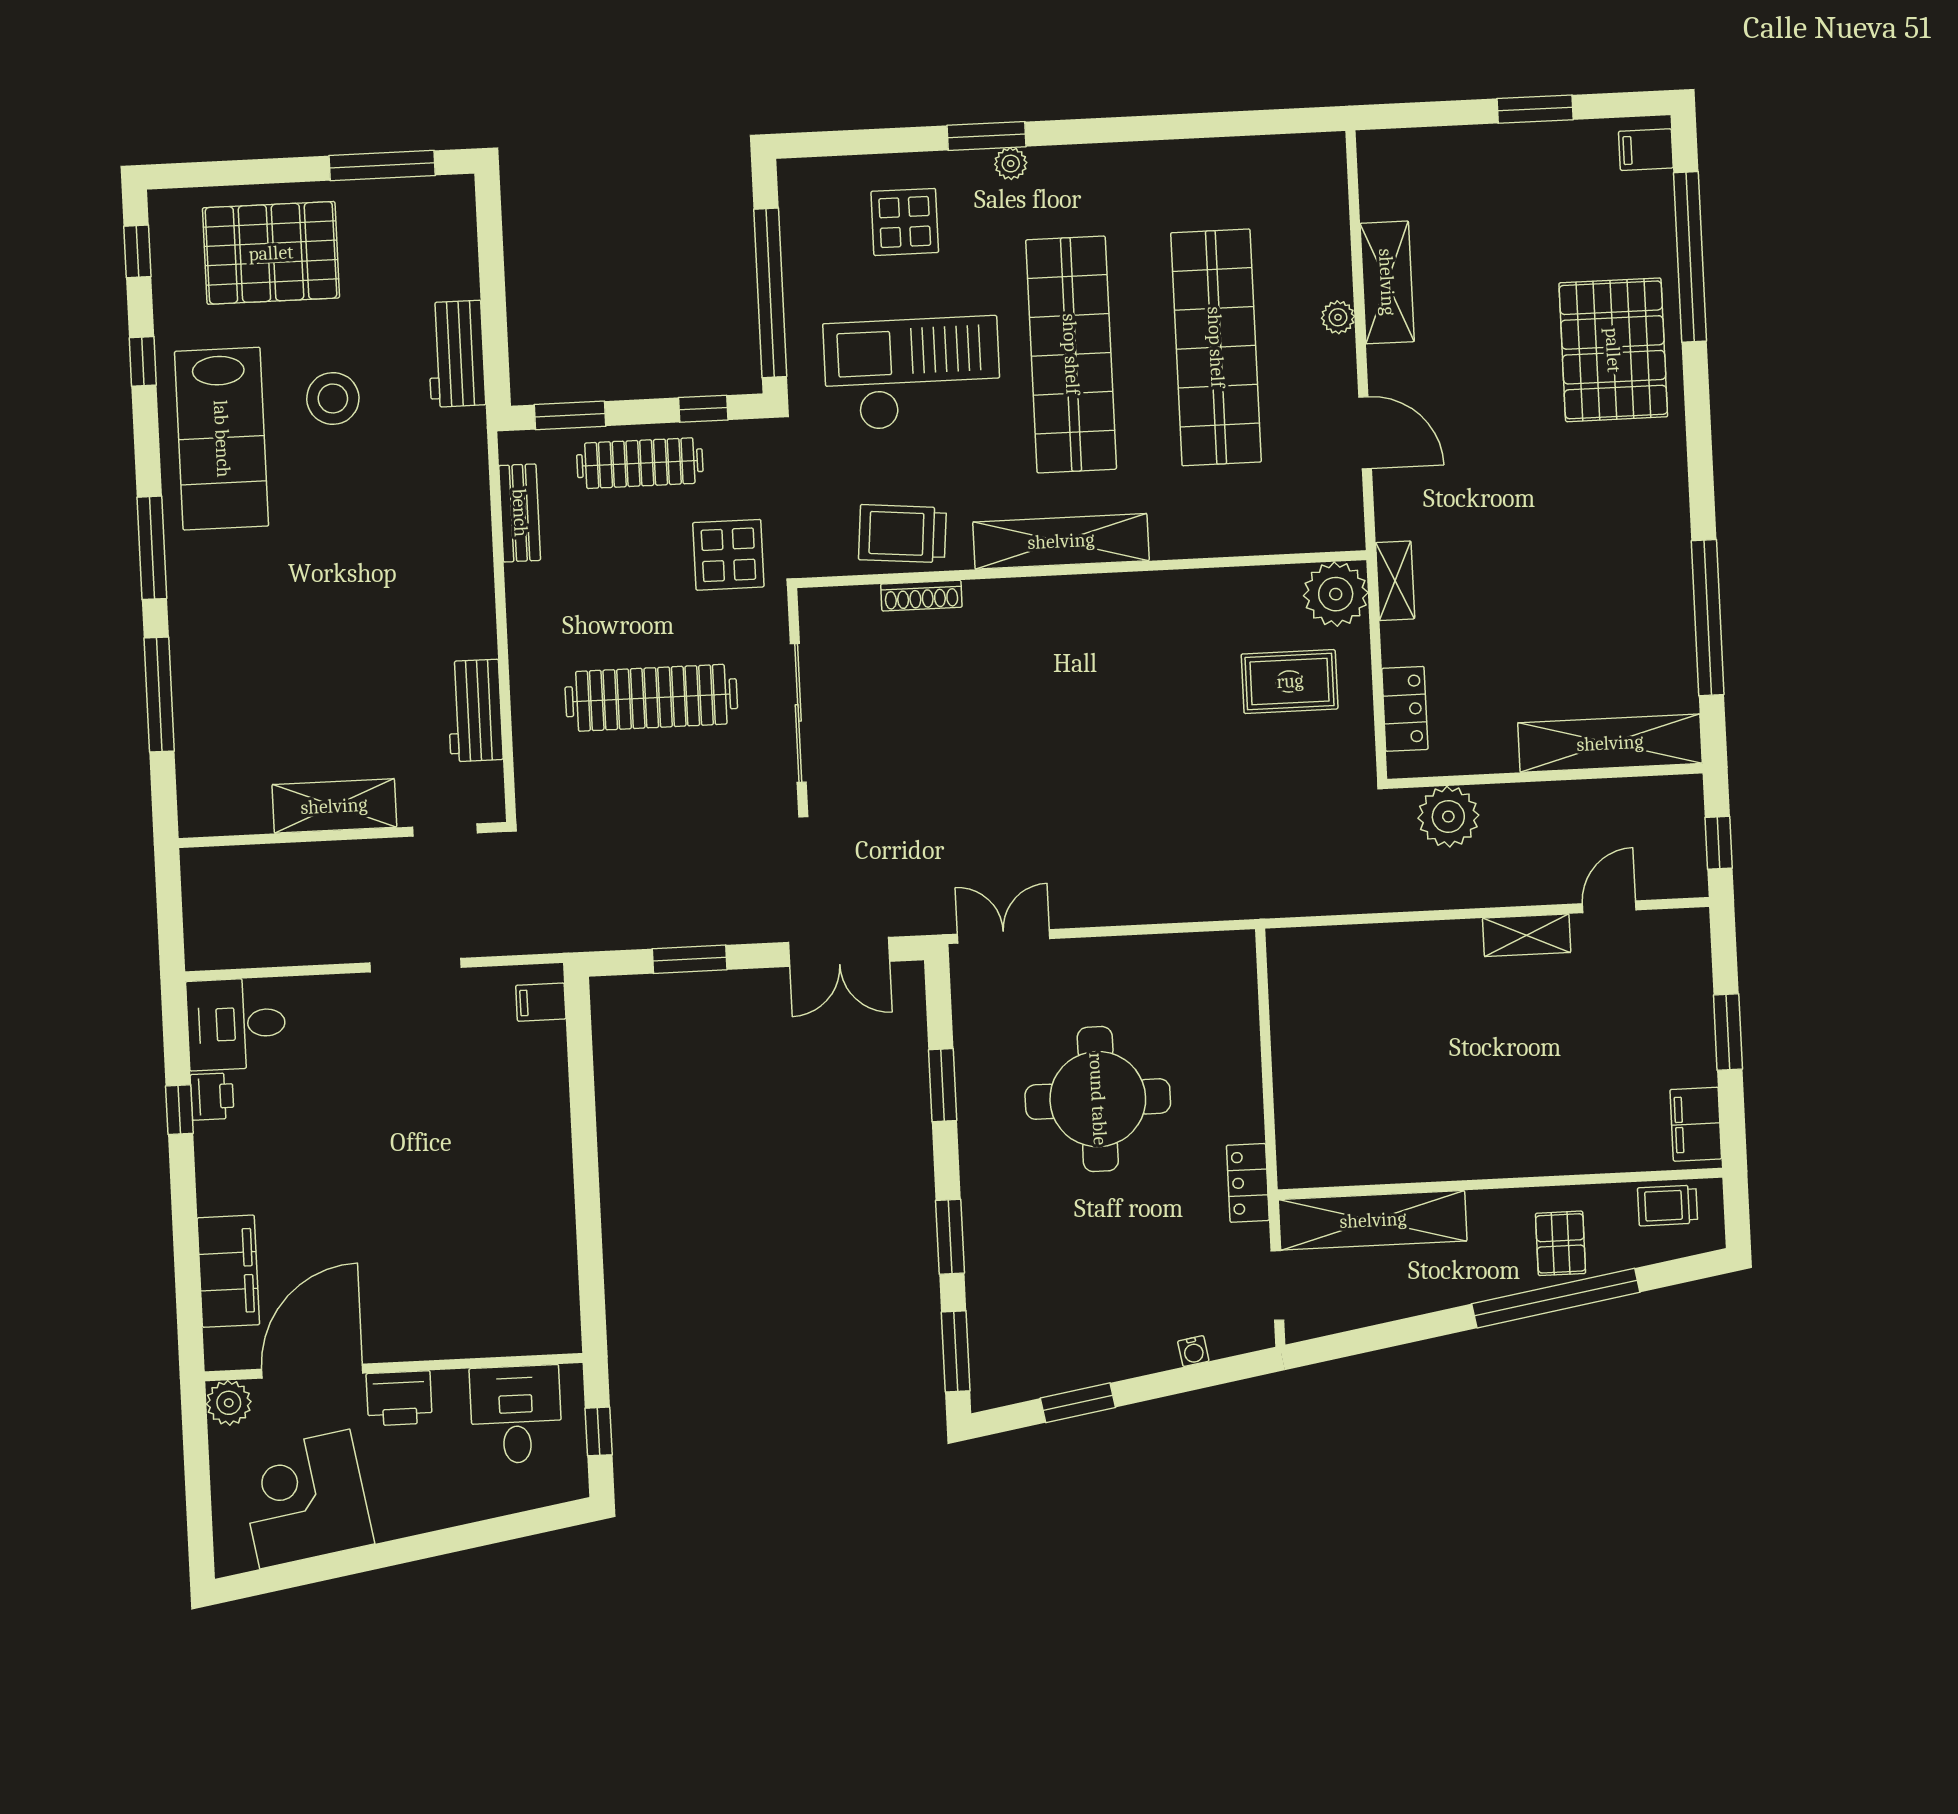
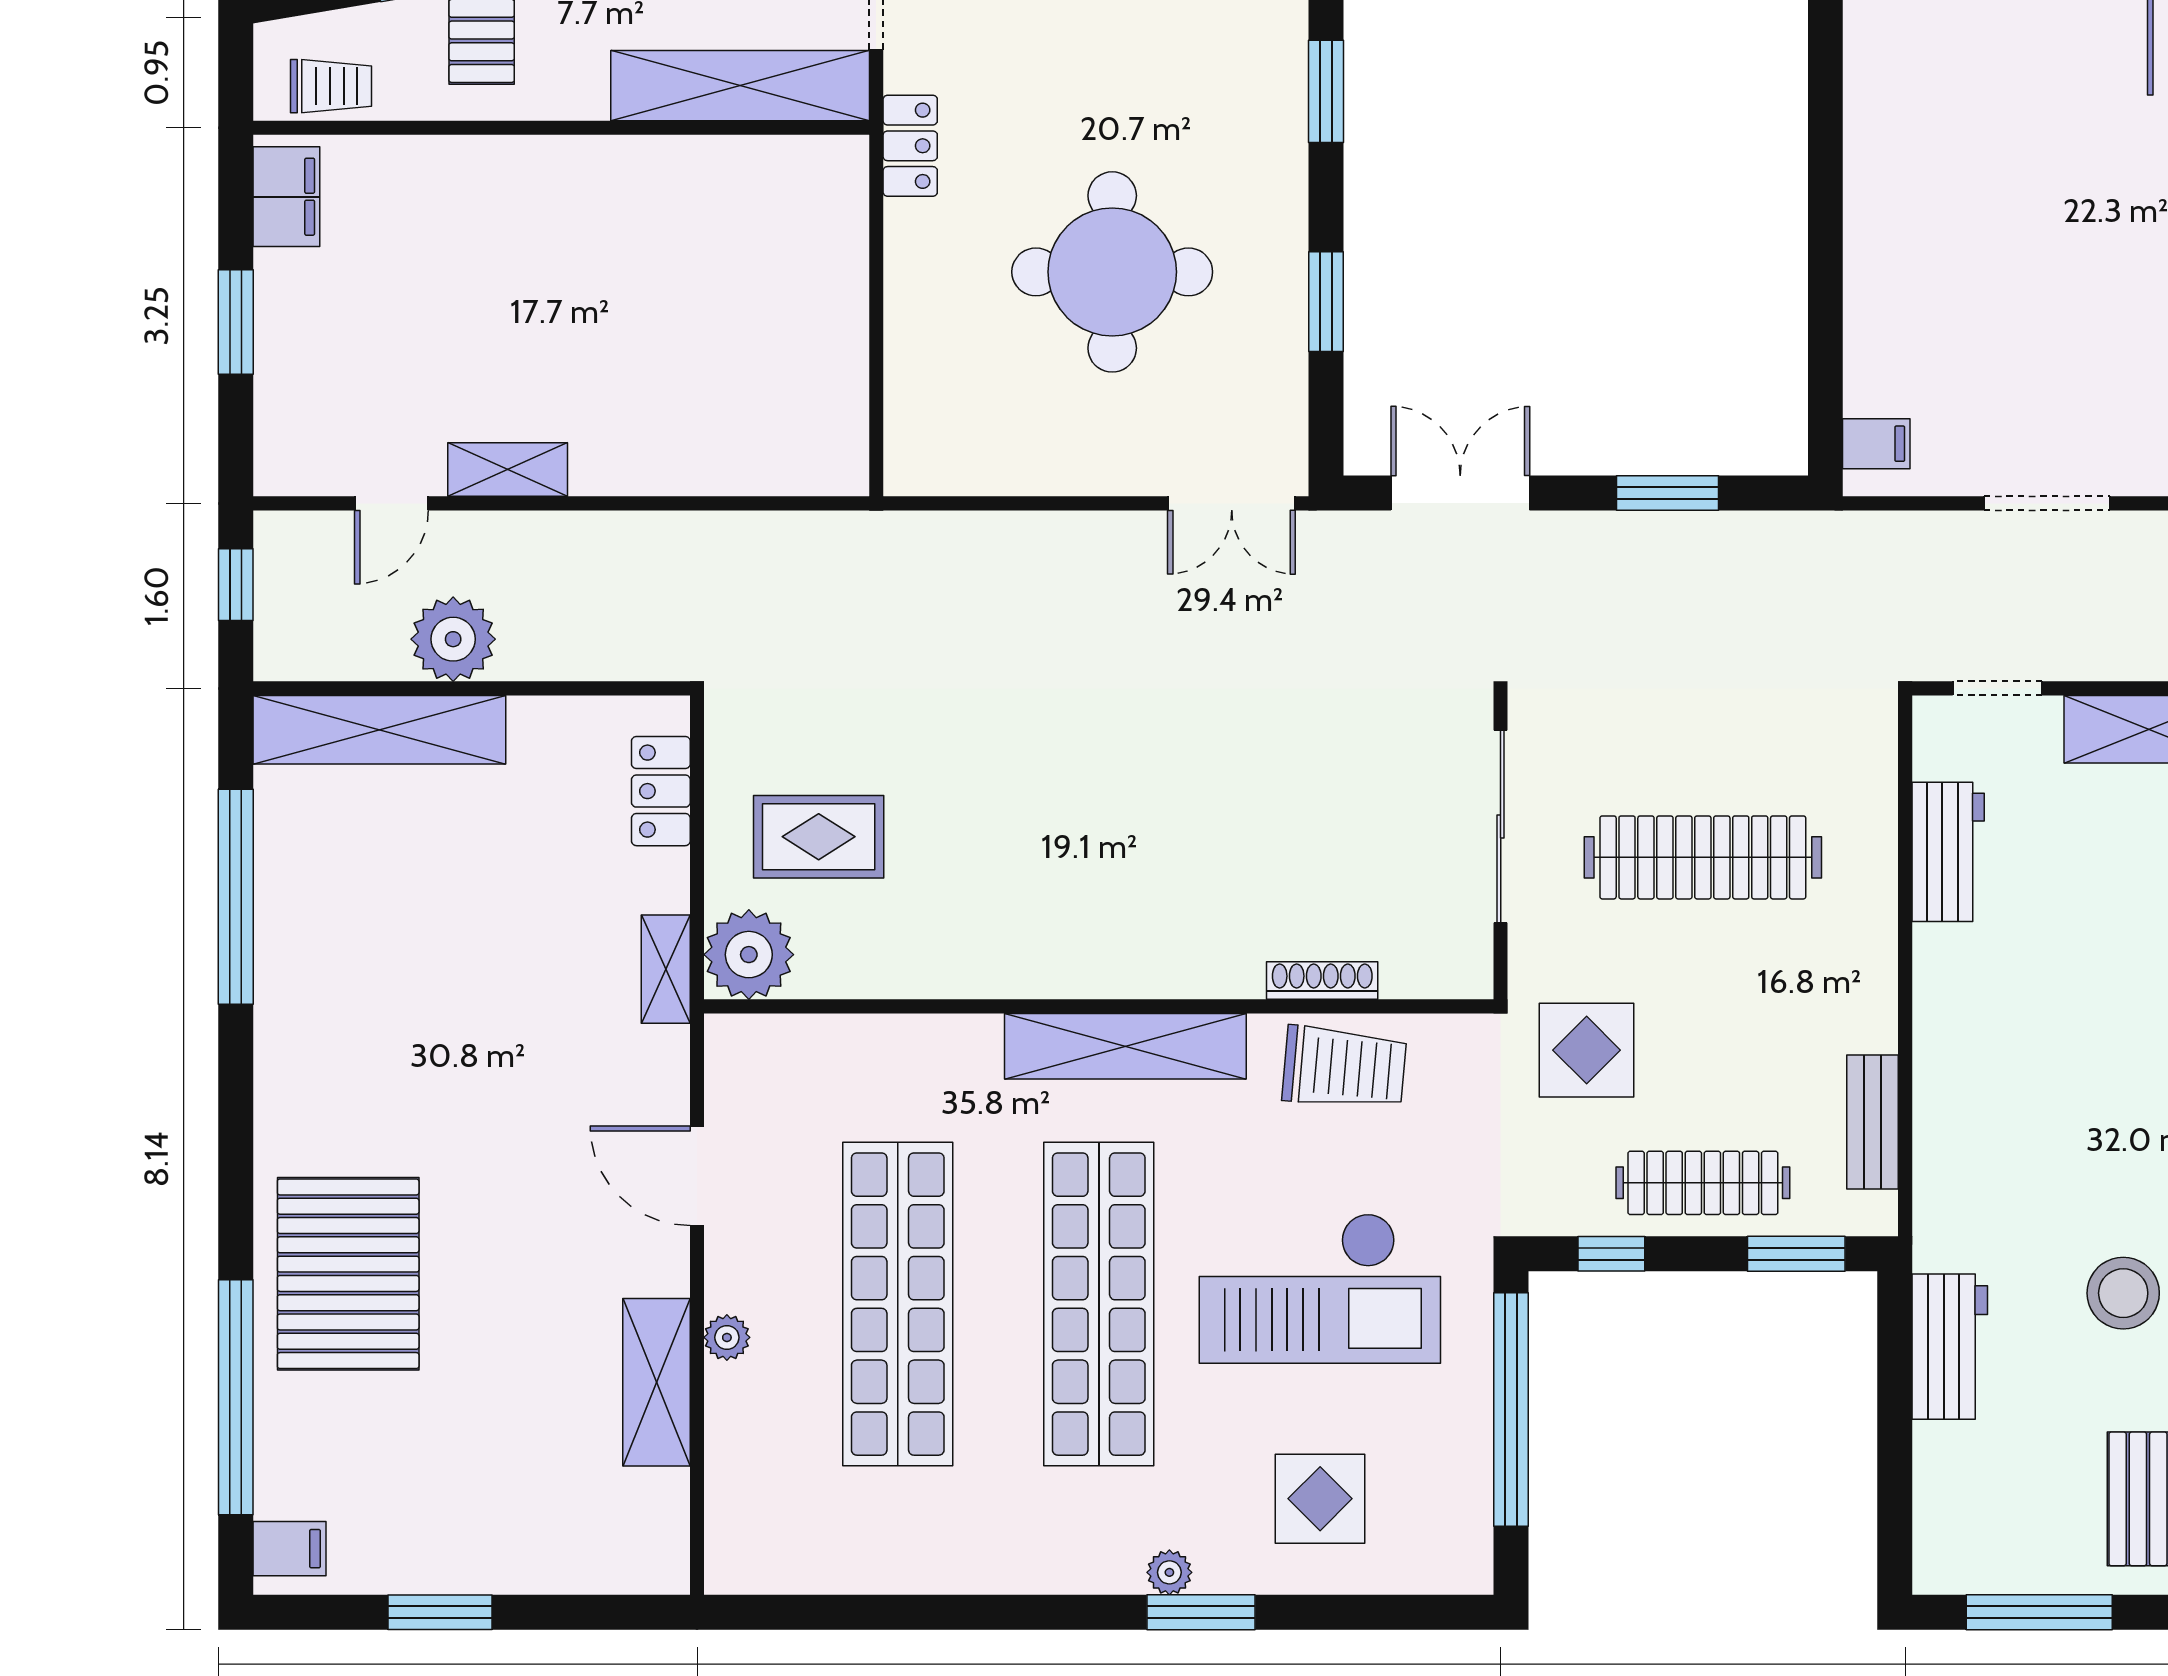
plant: (1448, 817) -> (453, 639), moved

